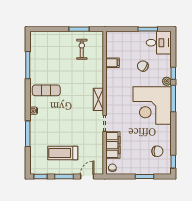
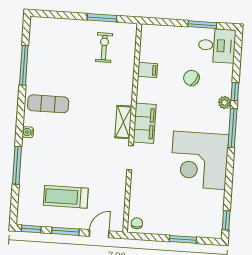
corner desk: (152, 105) -> (199, 160), moved
filing cabinet: (113, 145) -> (145, 123), moved
chair: (157, 151) -> (204, 204), removed

